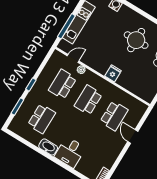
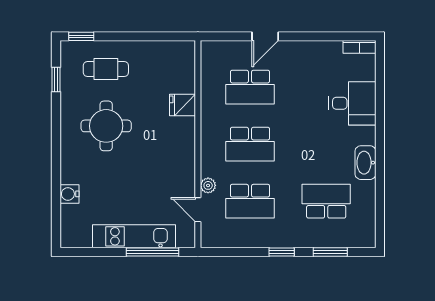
fridge: (113, 73) -> (183, 105), moved
school desk: (114, 116) -> (250, 87), turned 180
desk: (70, 152) -> (352, 103), moved

